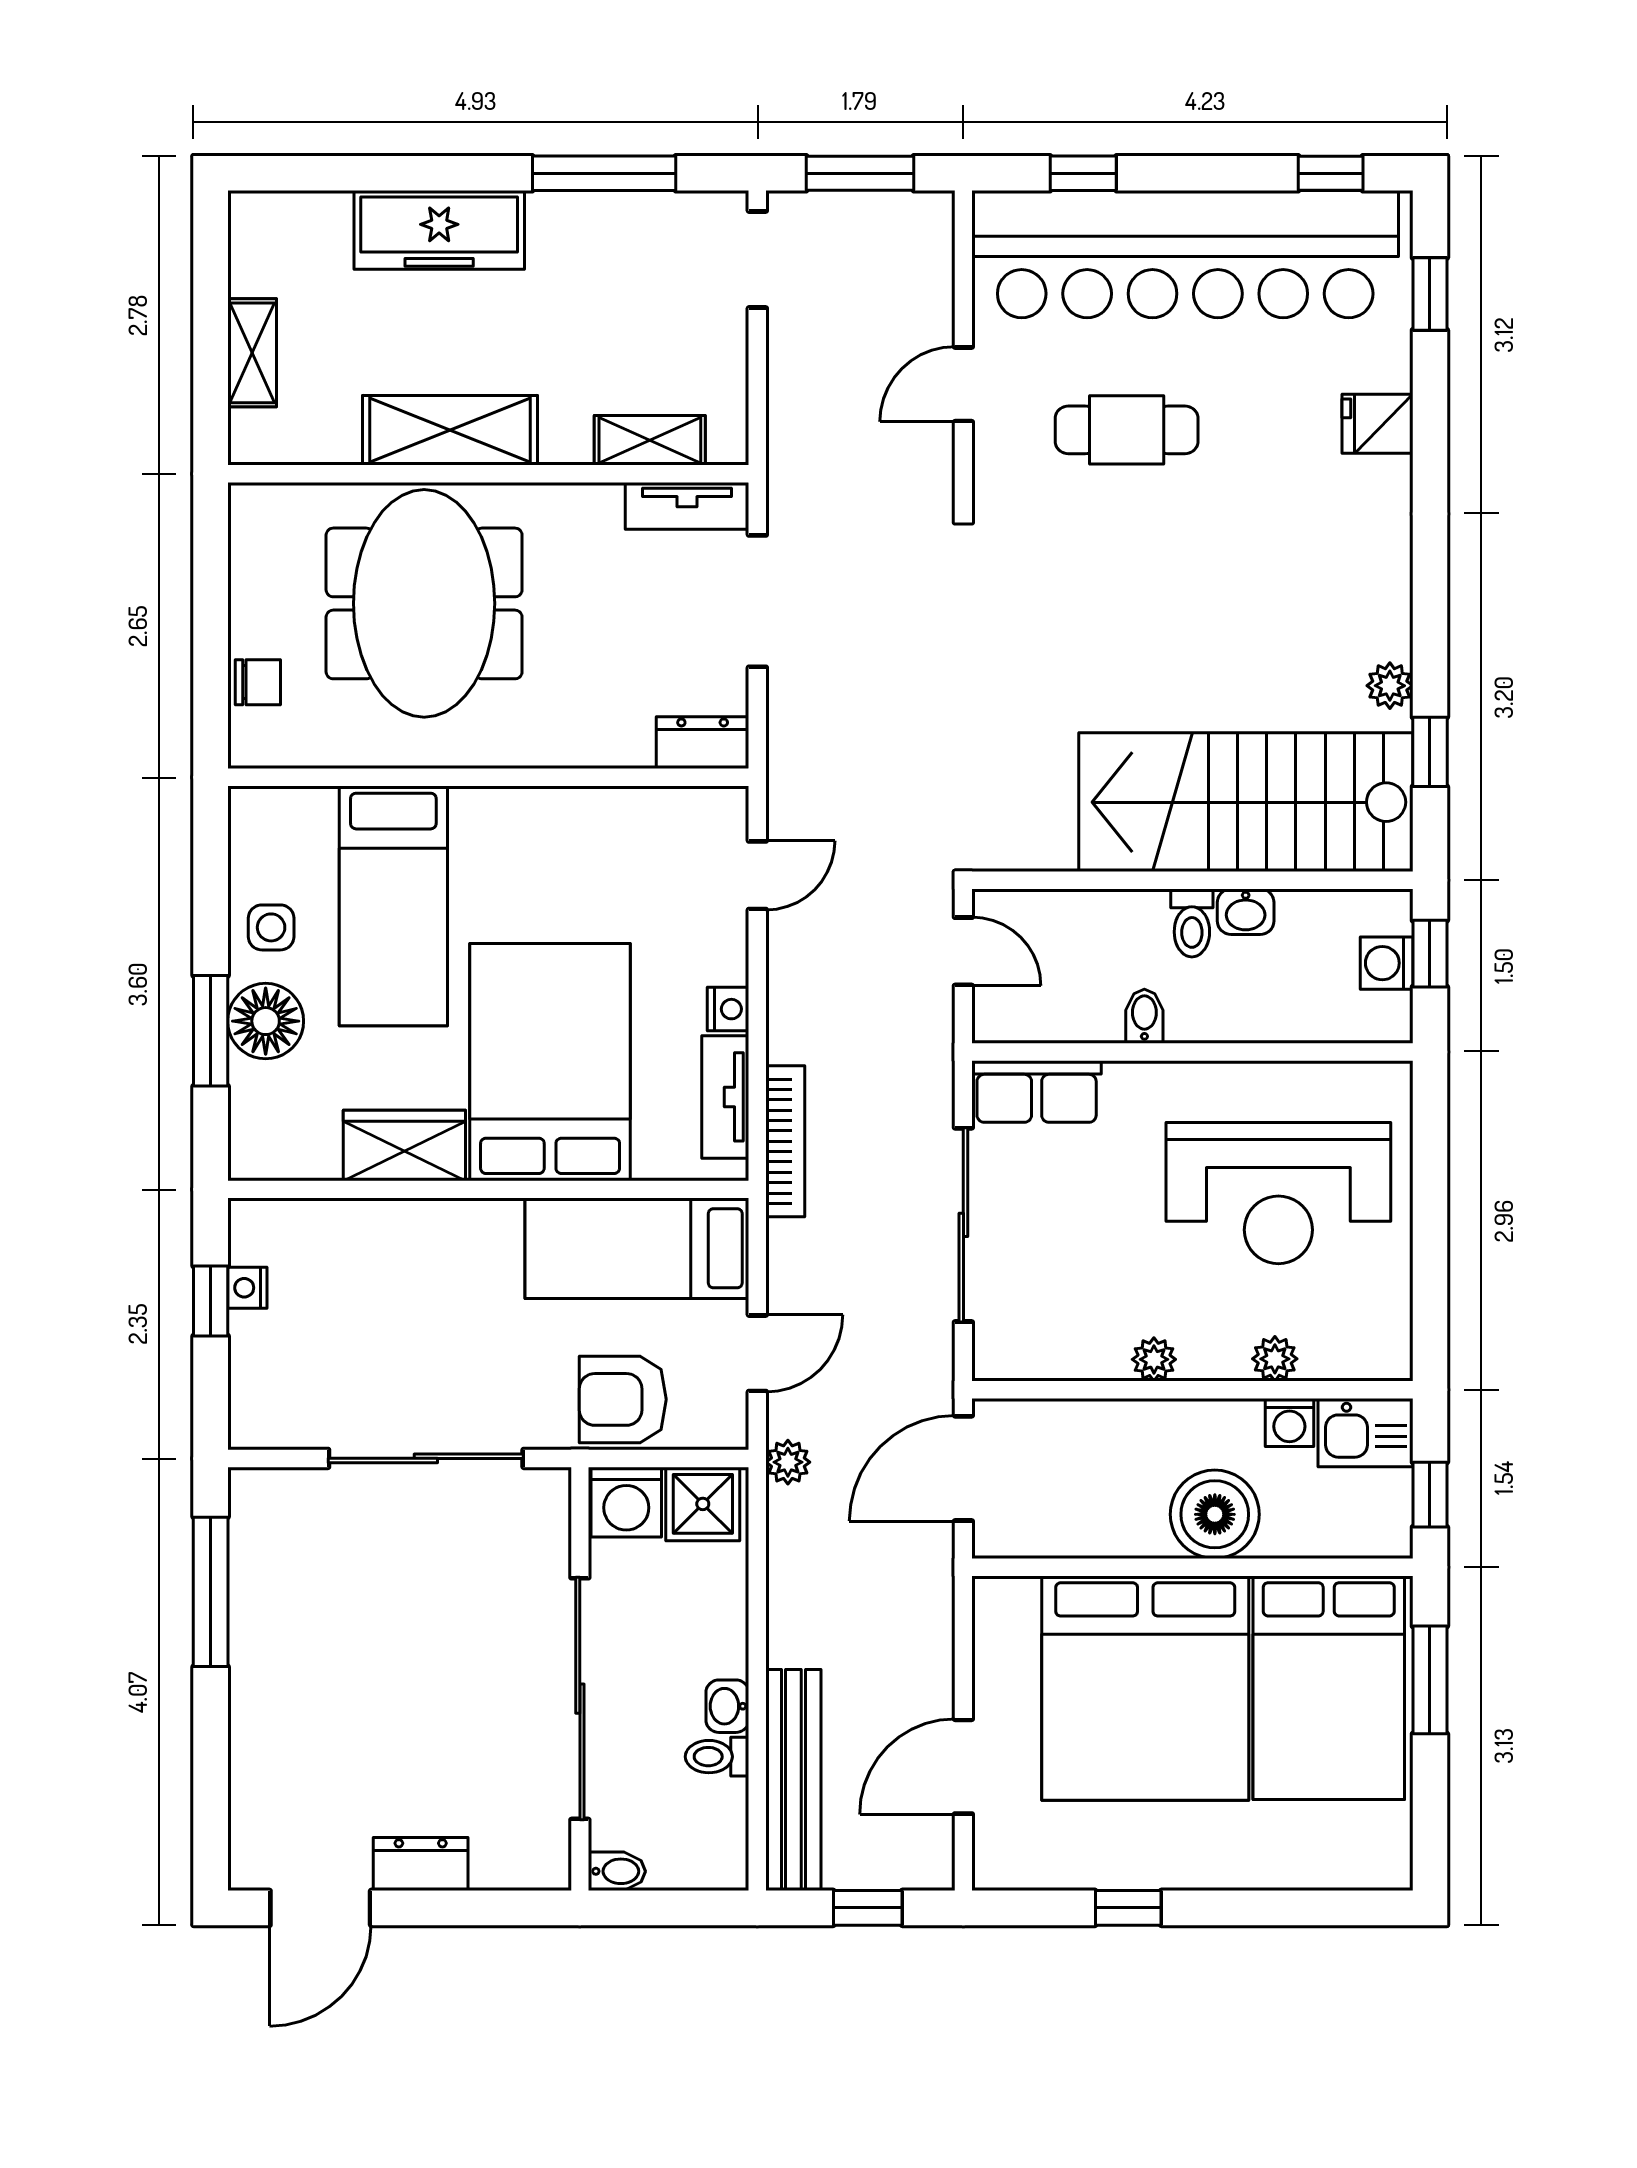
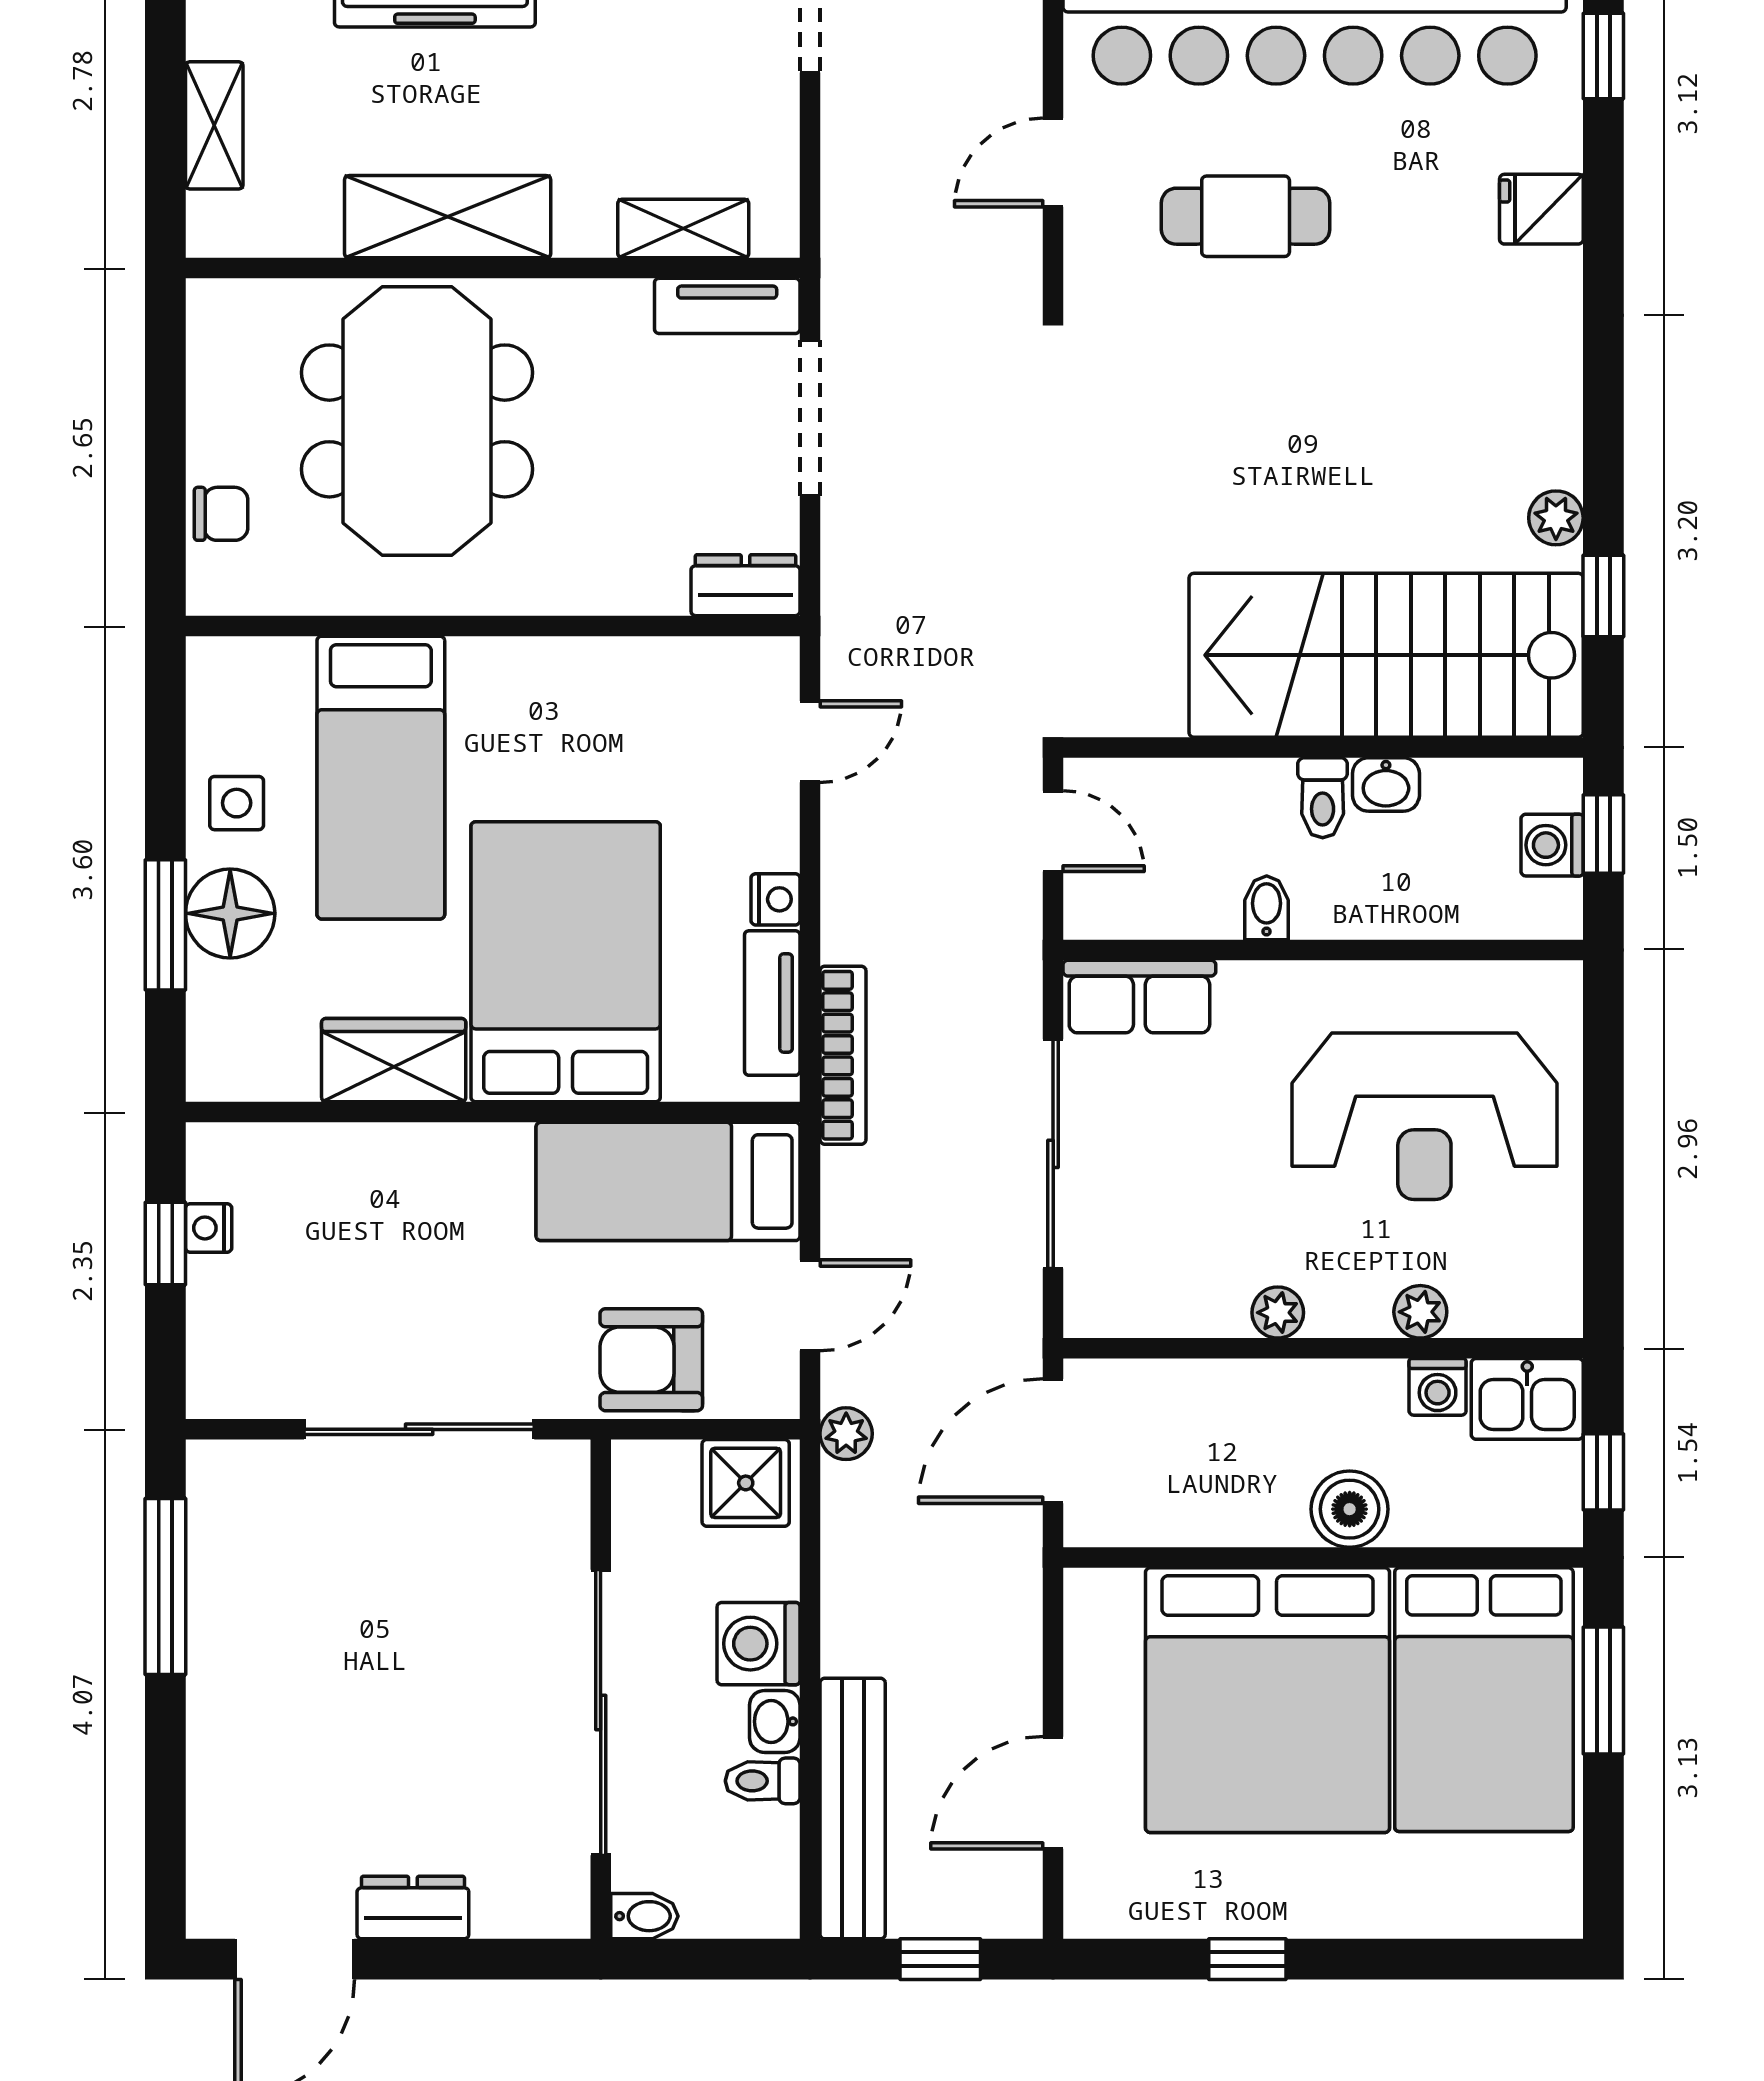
washing machine: (626, 1502) -> (759, 1644), moved, turned 90
boiler: (1215, 1514) -> (1350, 1509), width x0.73, depth x0.73

